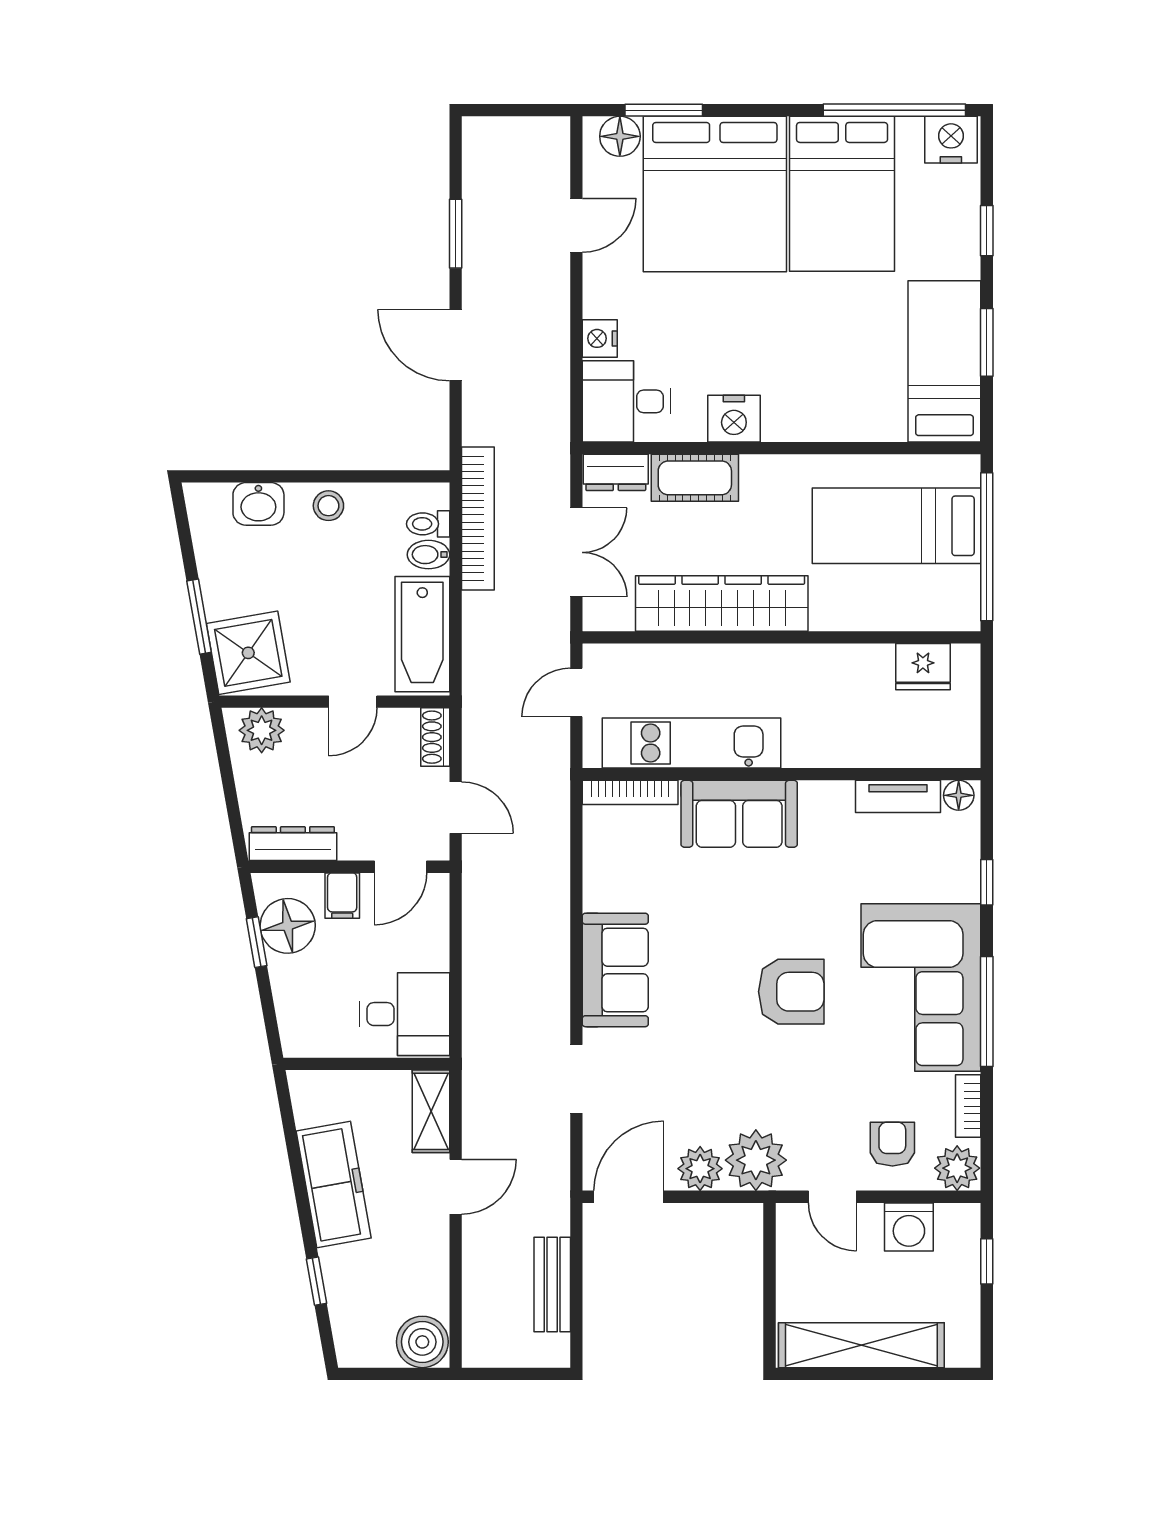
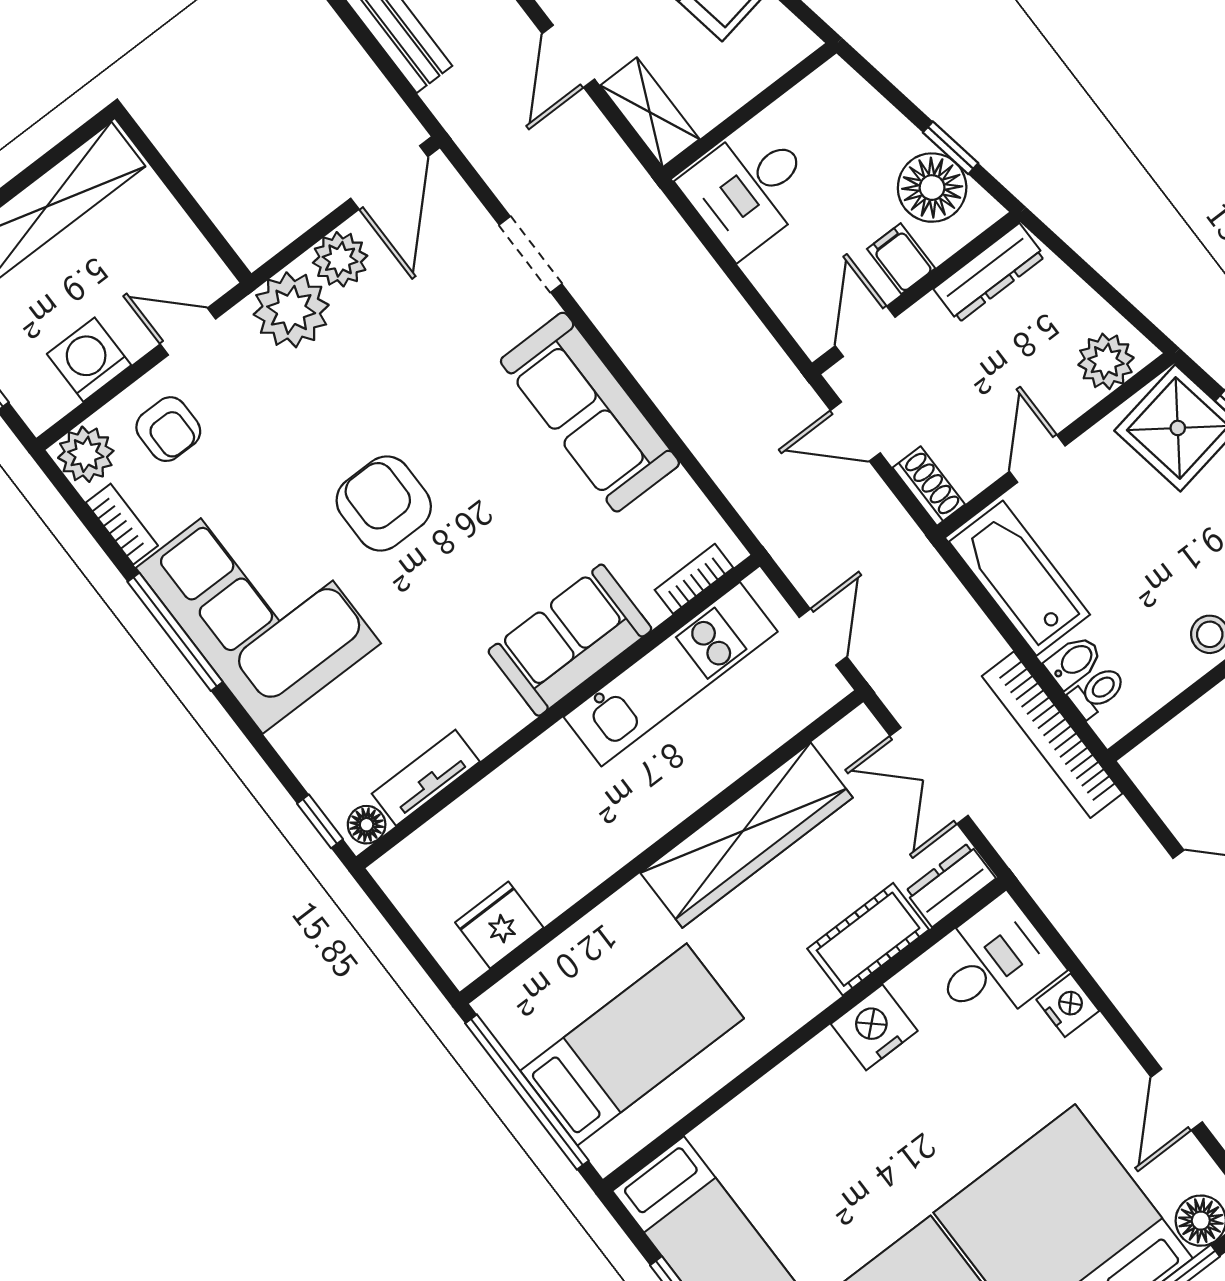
bookcase: (630, 792) -> (694, 579), width x0.64
window: (987, 882) -> (320, 821), moved
sofa: (615, 970) -> (590, 412), width x1.36
armchair: (791, 992) -> (384, 503), turned 90

